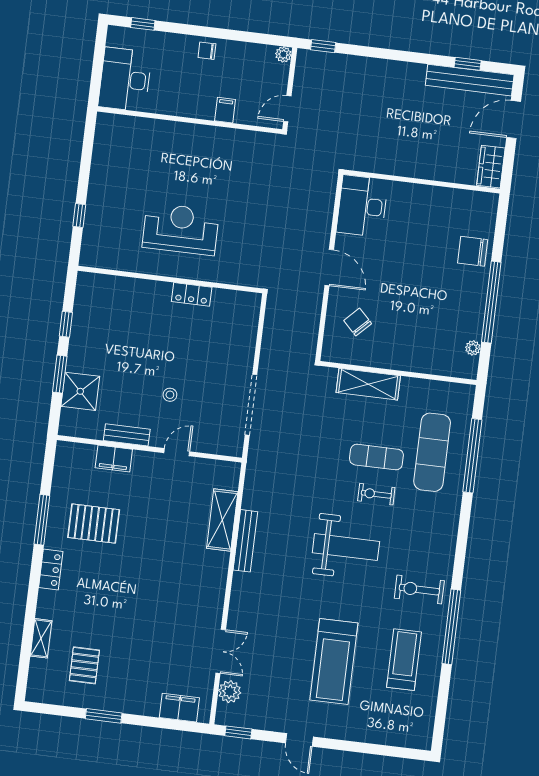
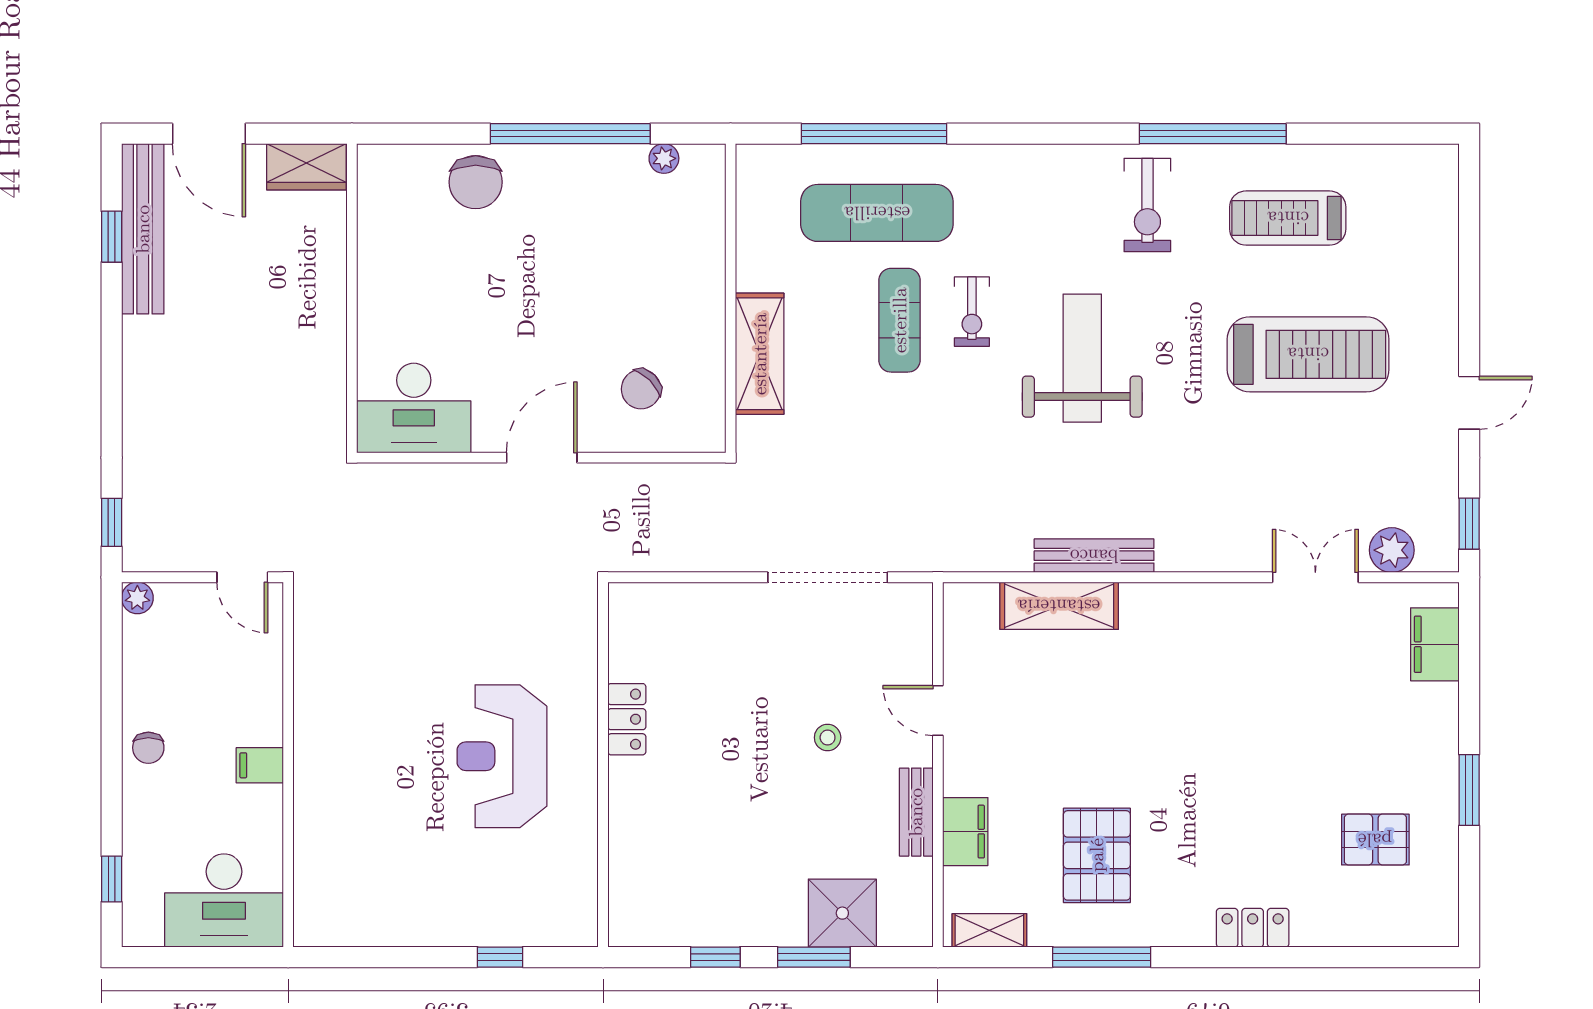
filing cabinet: (225, 110) -> (260, 765), moved
locker: (51, 569) -> (1253, 928), moved
shelving: (41, 638) -> (989, 930), moved

